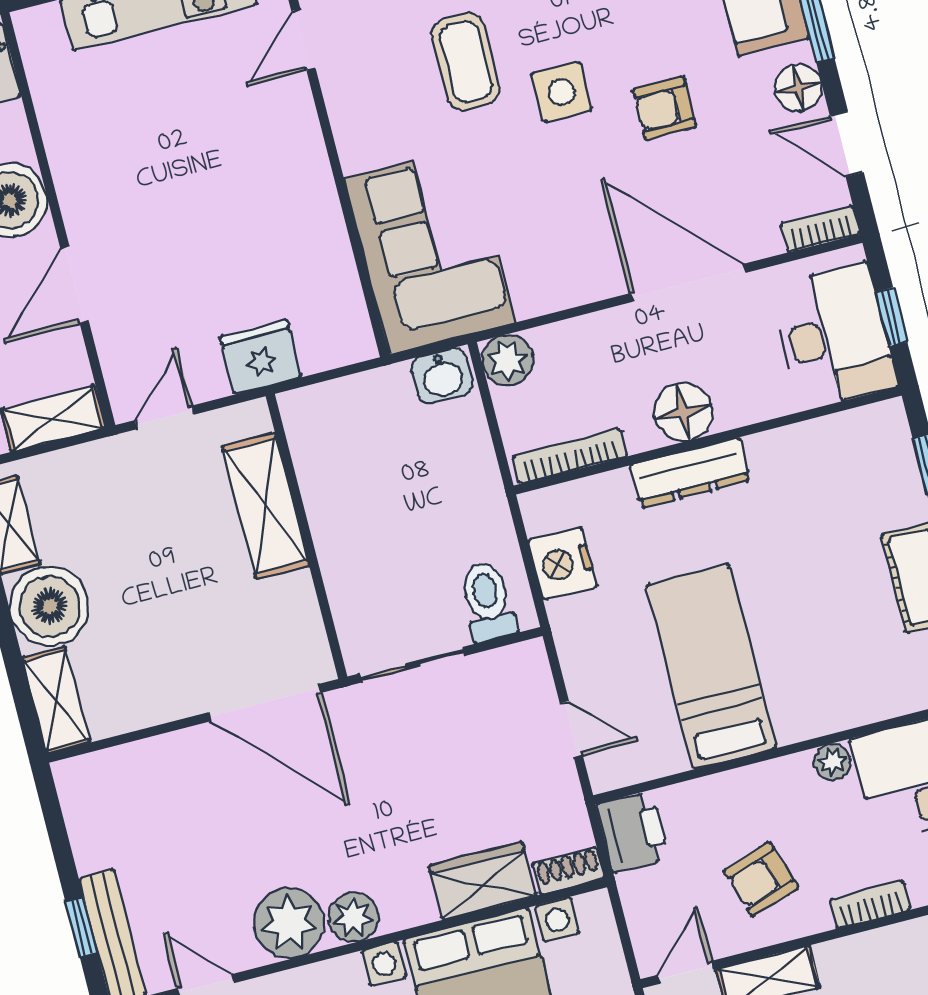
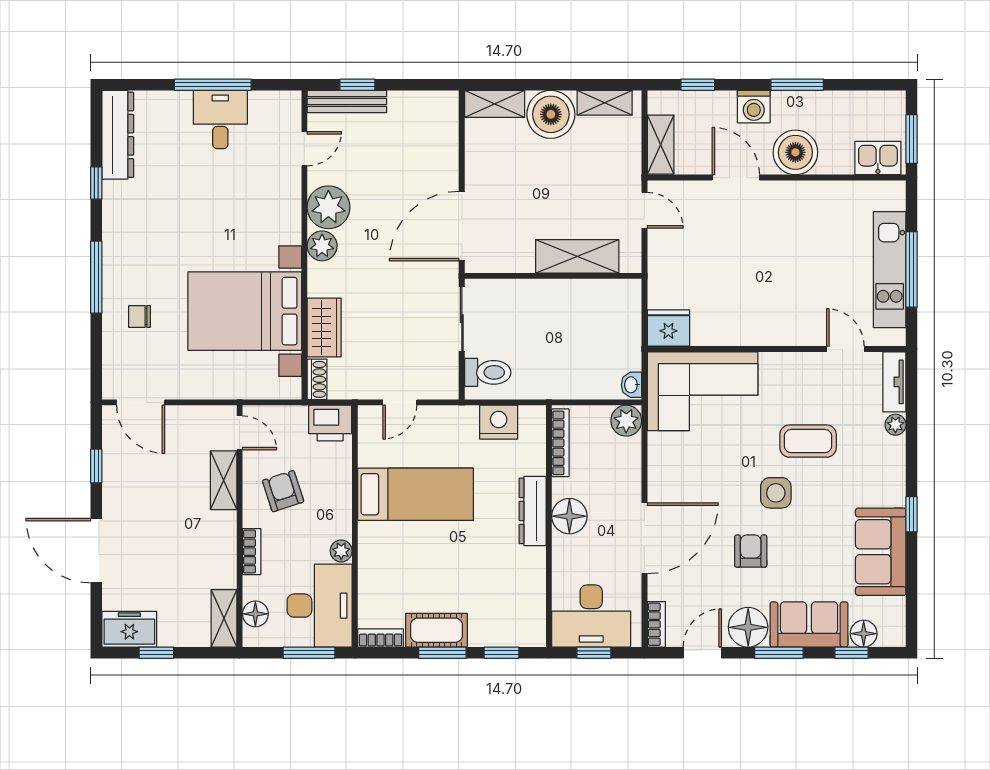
floor lamp: (798, 88) -> (748, 627), width x1.38, depth x1.38
fridge: (261, 357) -> (668, 328), moved, turned -90
washbasin: (442, 376) -> (632, 385), width x0.72, depth x0.69

